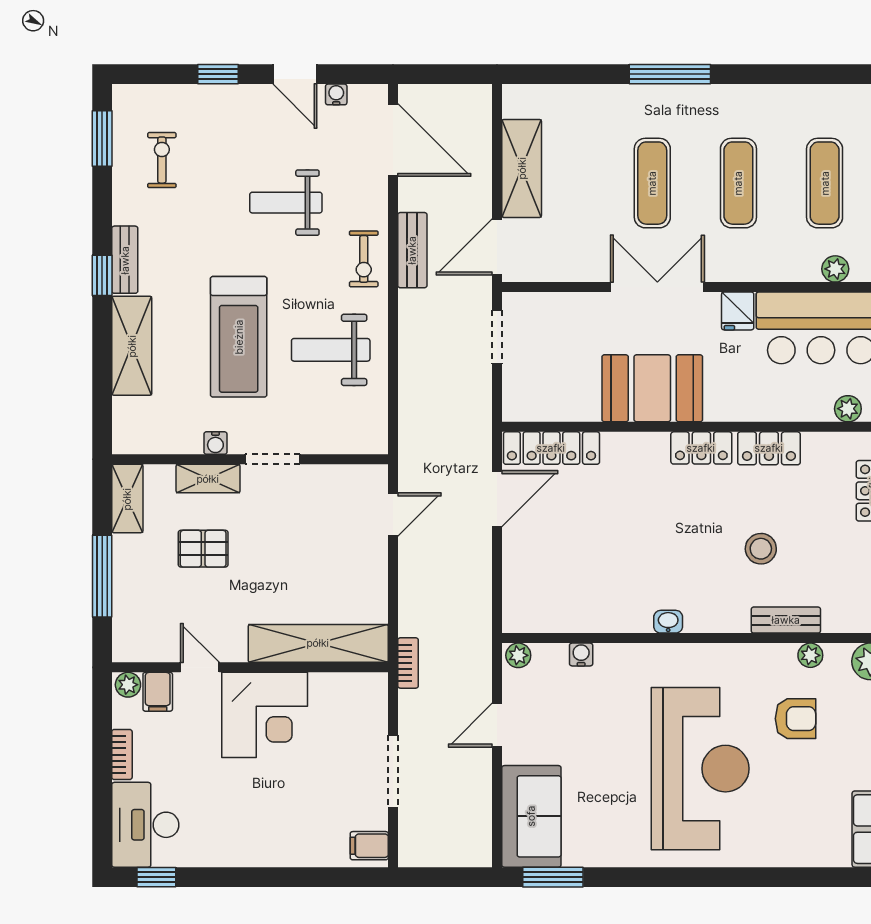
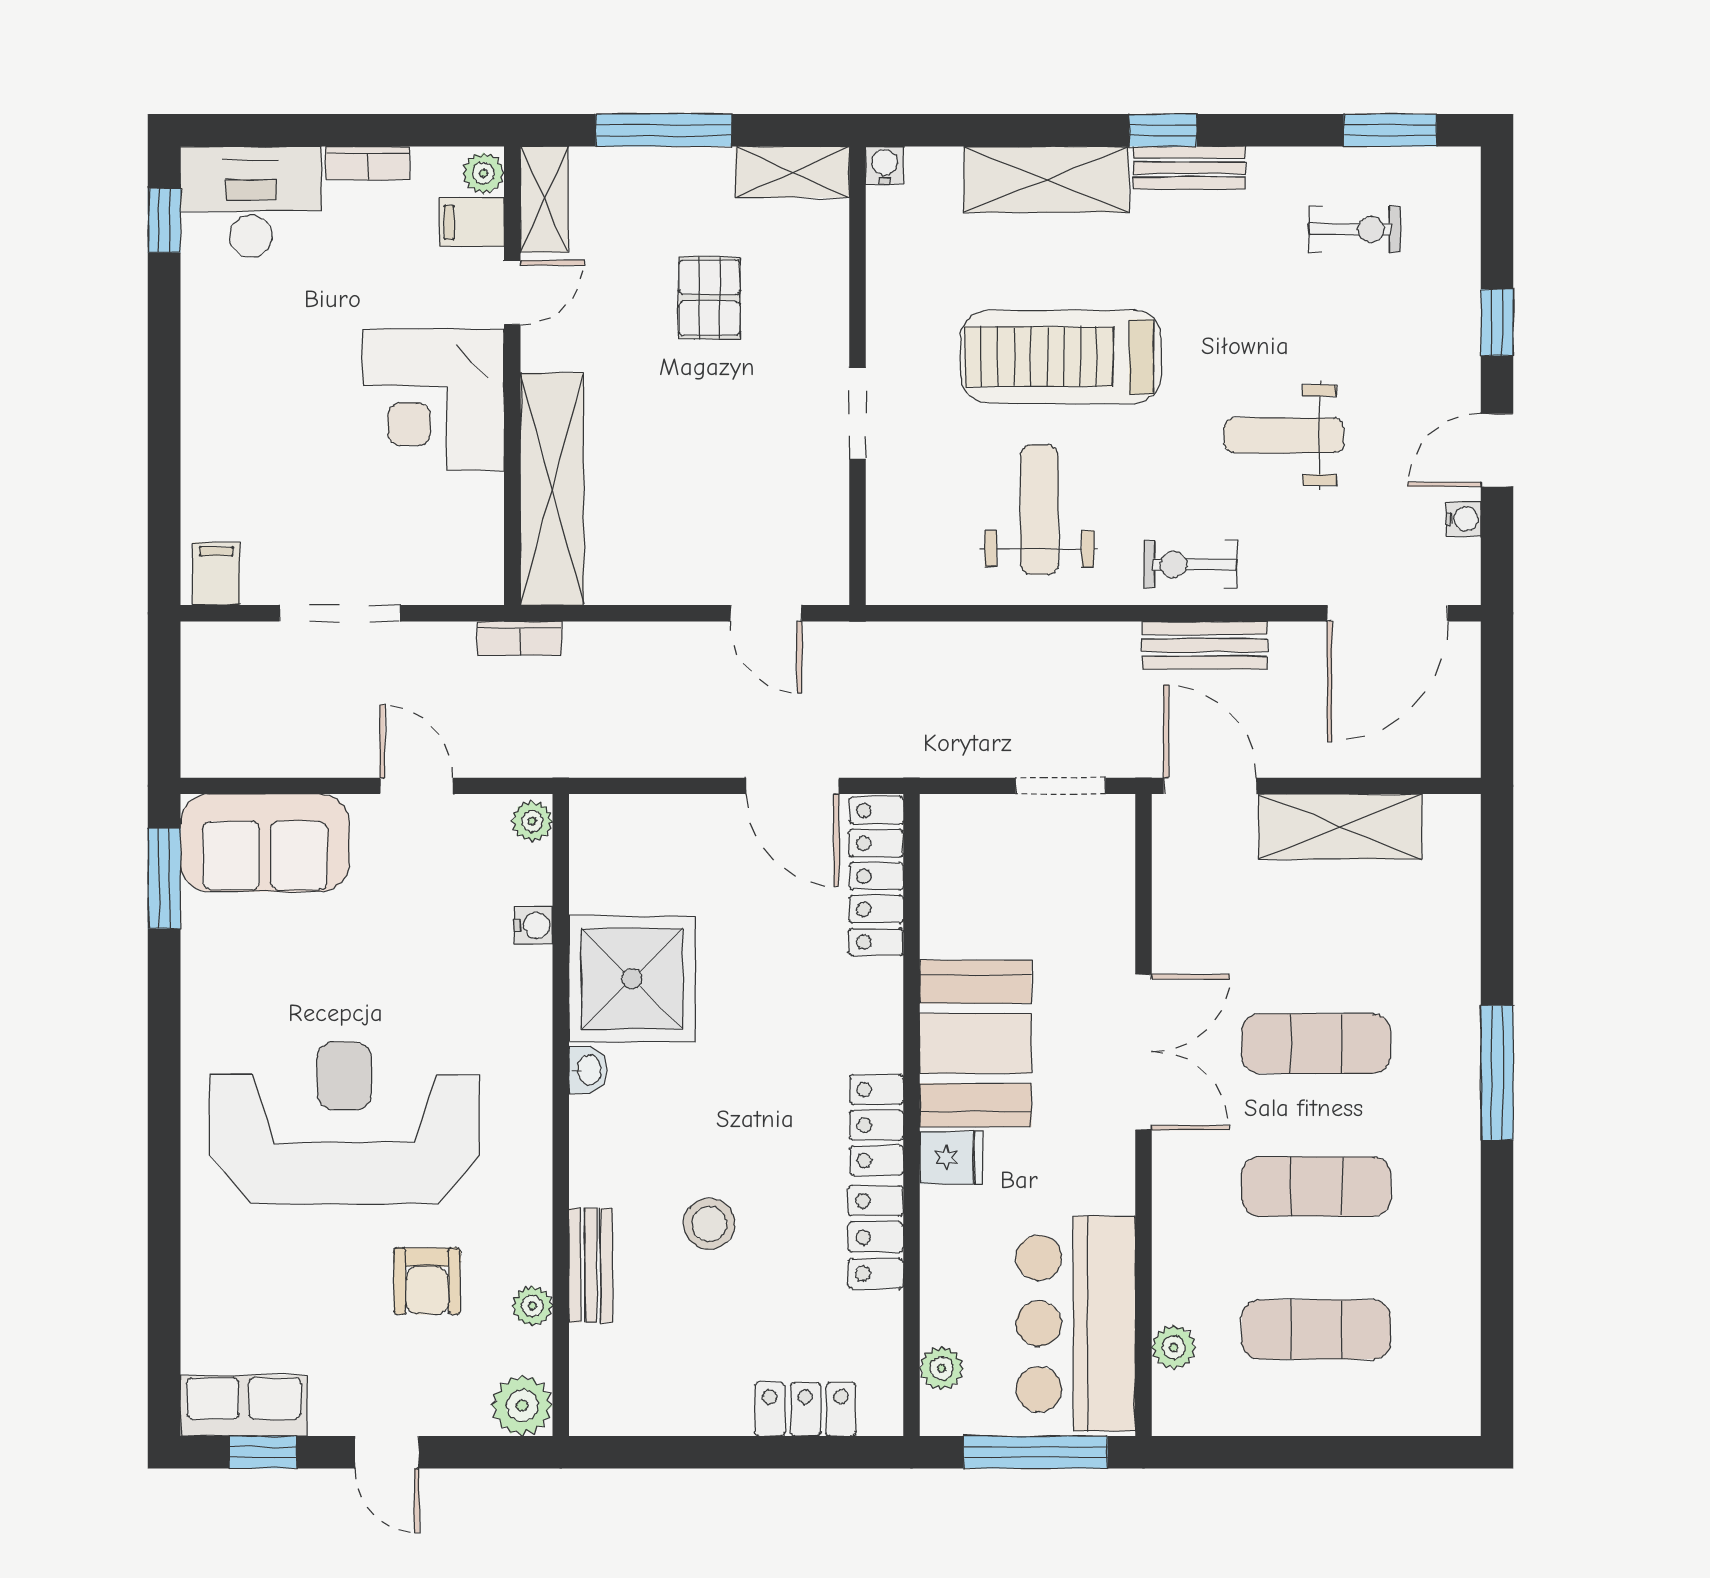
weight bench: (286, 203) -> (1284, 435), turned -90
fridge: (738, 311) -> (951, 1158), moved, turned 180
water cooler: (215, 443) -> (885, 165), moved, turned 90
shelving: (208, 479) -> (544, 199), moved
shower: (613, 595) -> (632, 979), added
reception desk: (700, 769) -> (344, 1123), turned 180

